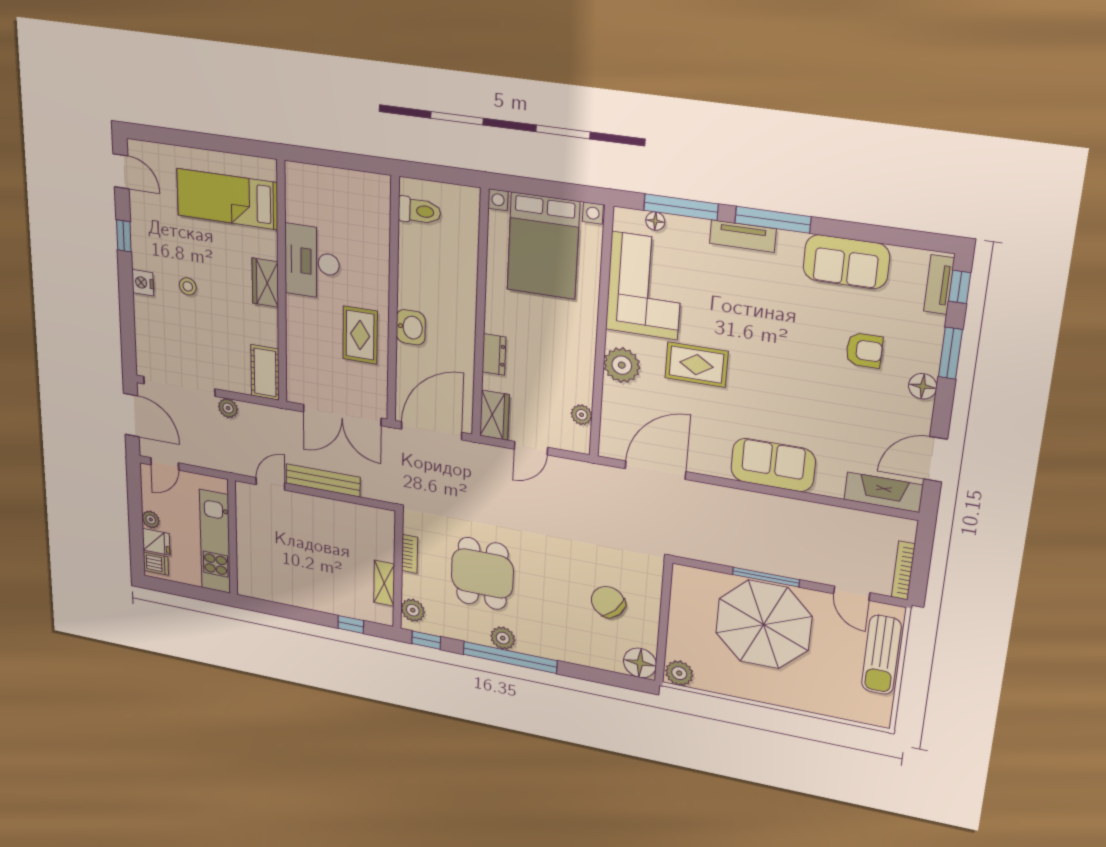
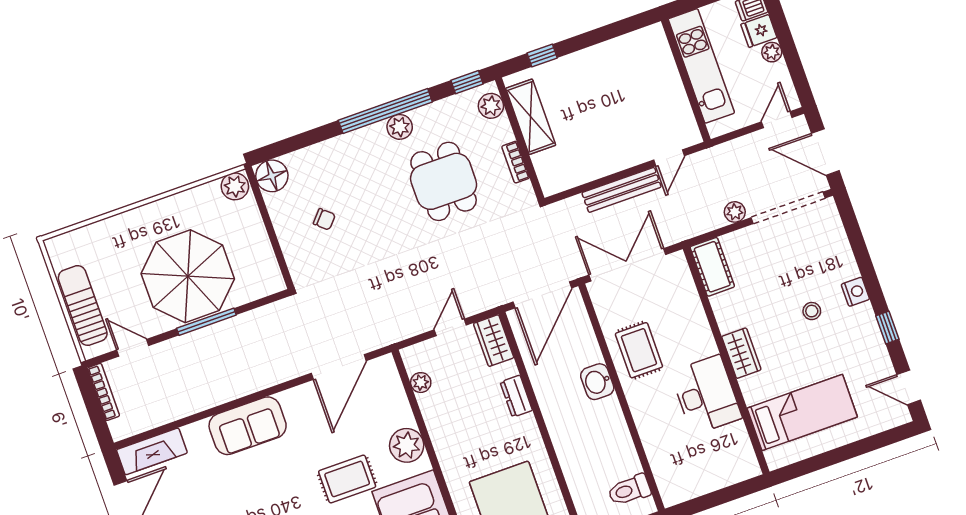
shelving: (384, 583) -> (531, 117), width x1.50, depth x1.33
chair: (608, 602) -> (324, 219), width x0.54, depth x0.54

